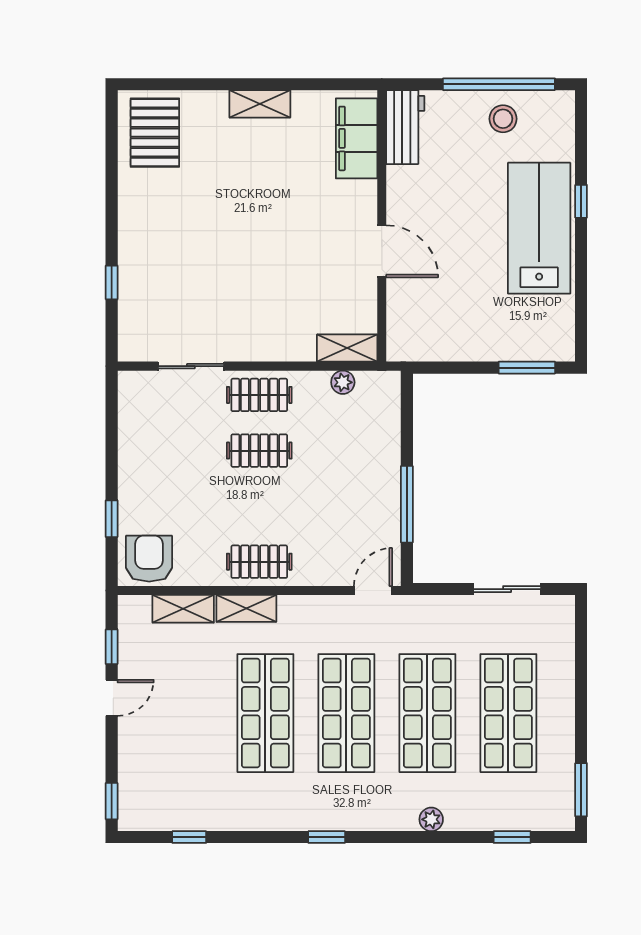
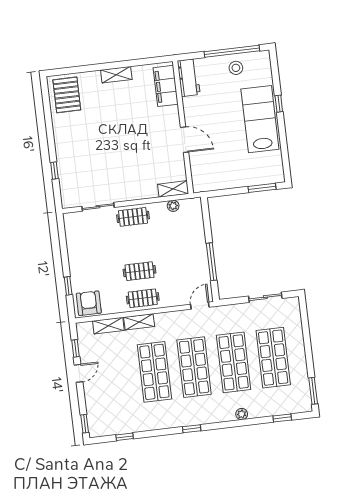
clothes rail: (259, 451) -> (139, 271), moved

